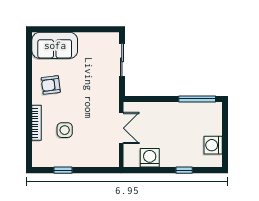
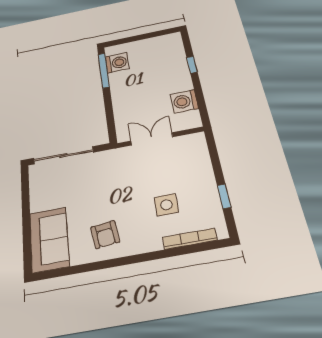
sliding door: (122, 60) -> (63, 155), width x1.37
bookcase: (37, 123) -> (190, 239), moved
washing machine: (213, 145) -> (117, 63), moved, turned -90

